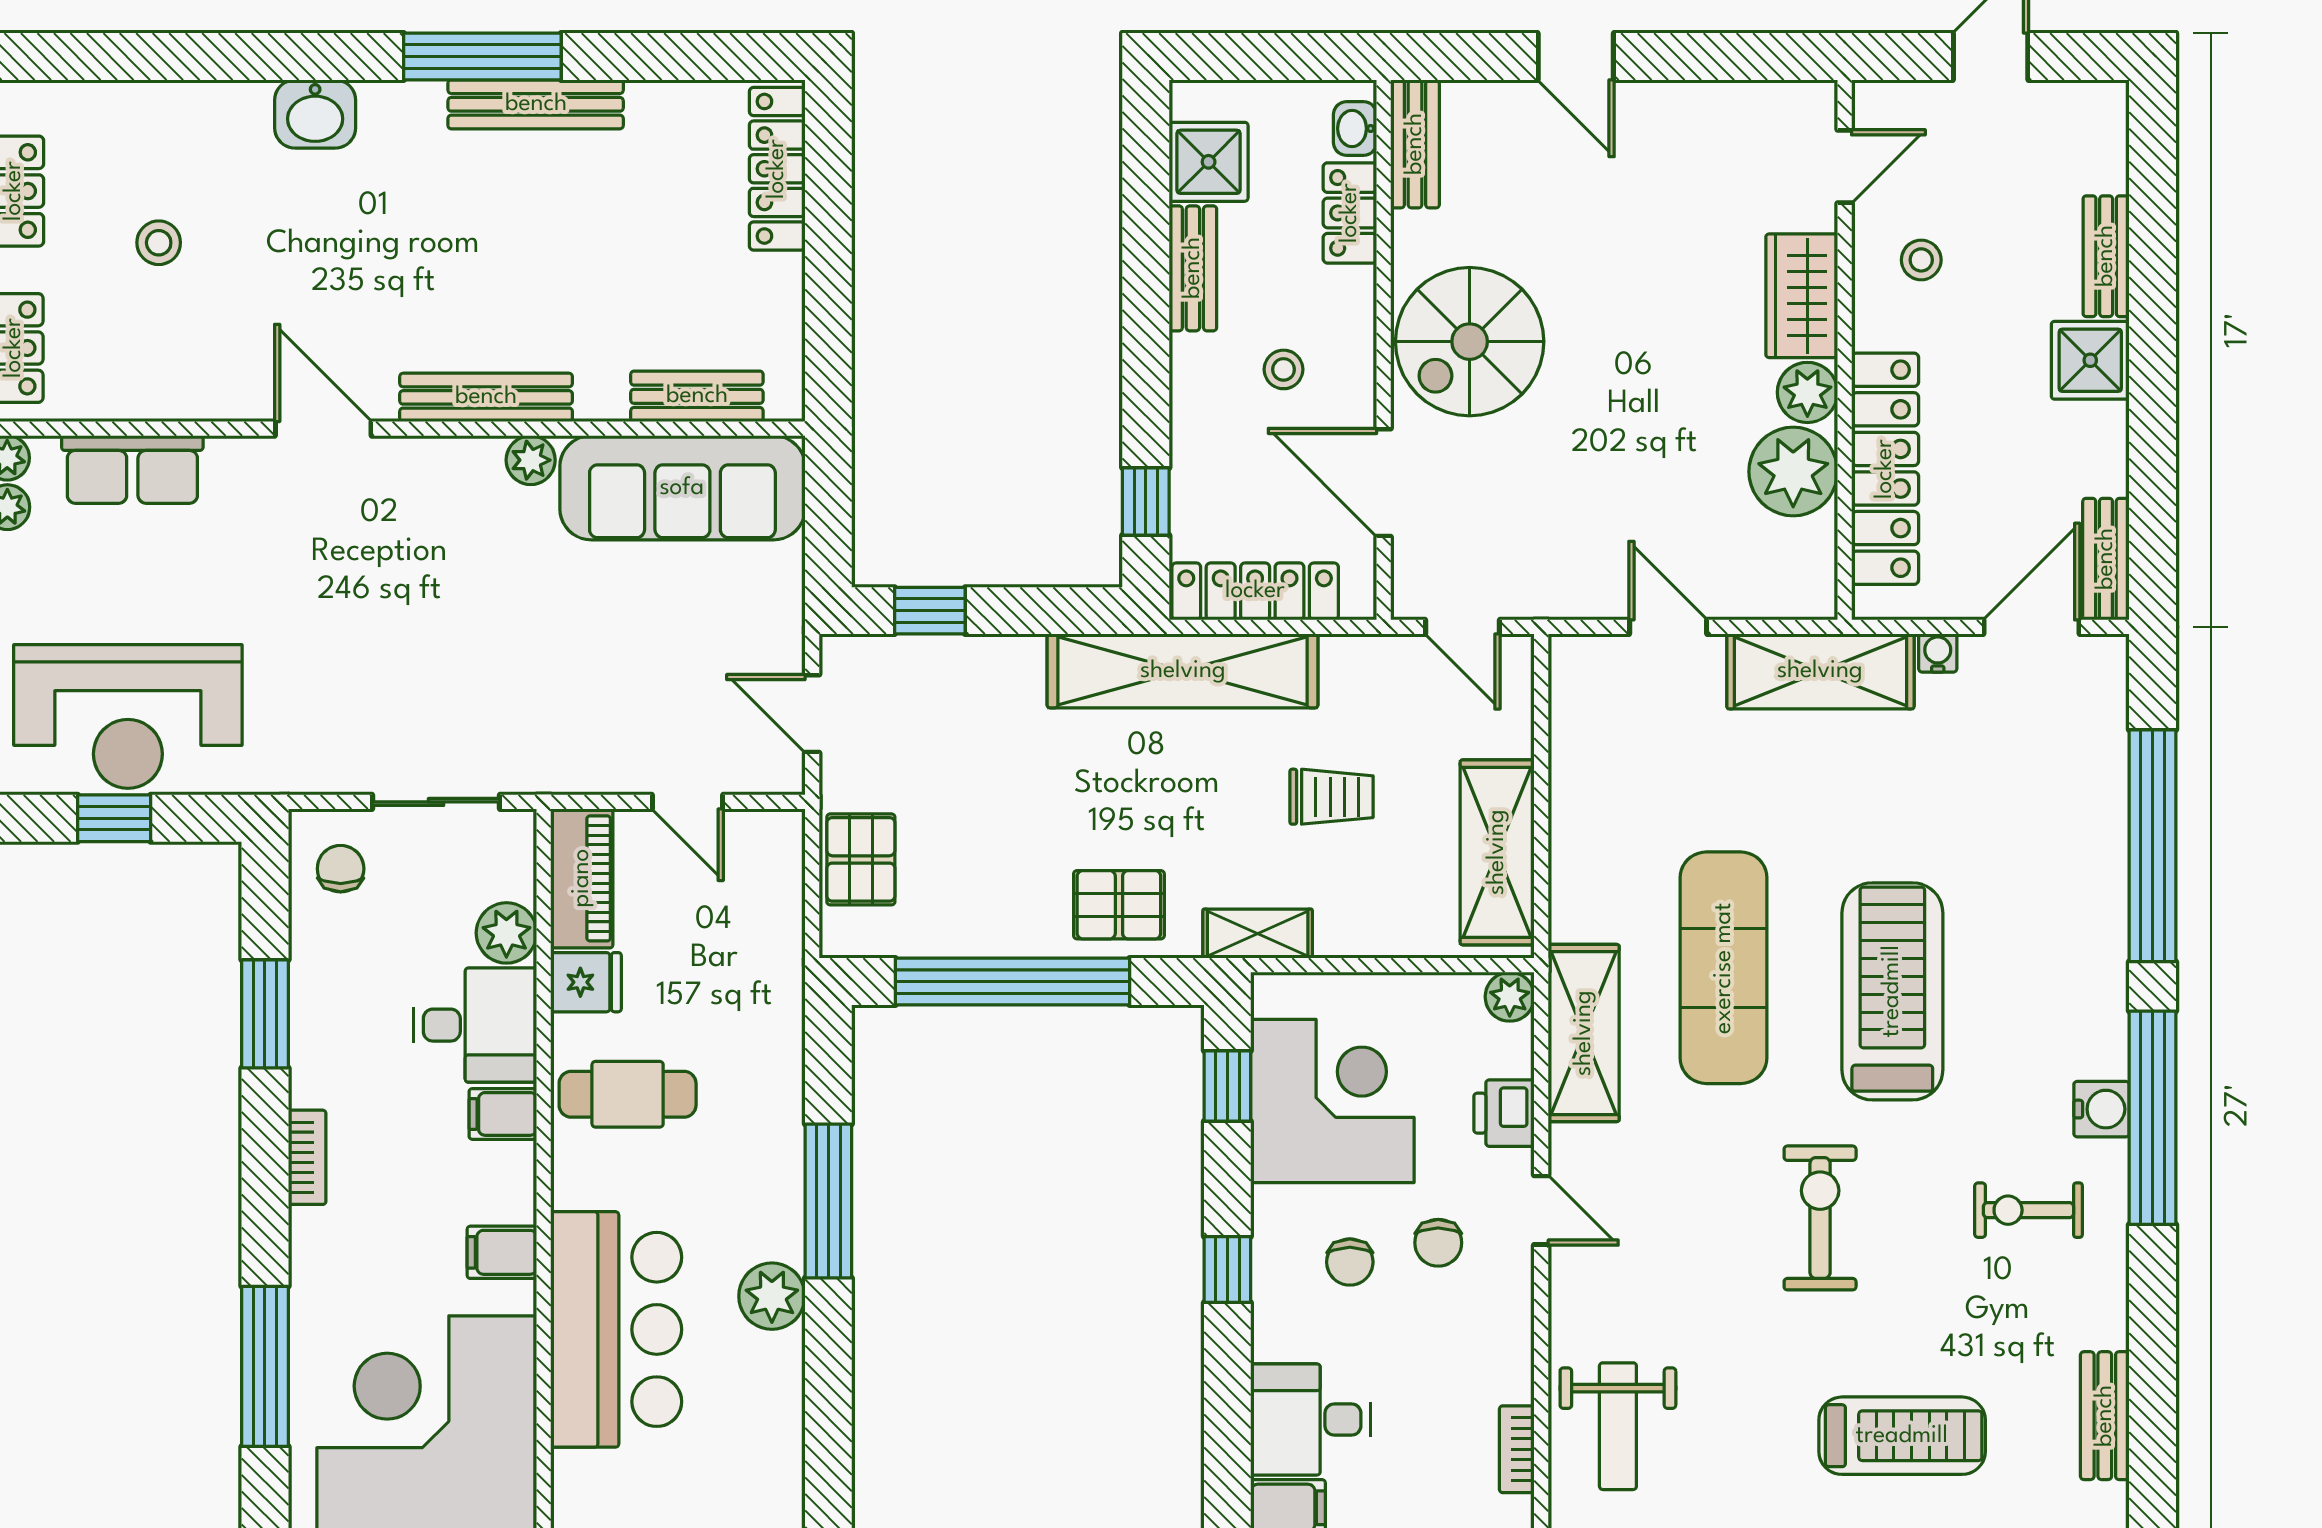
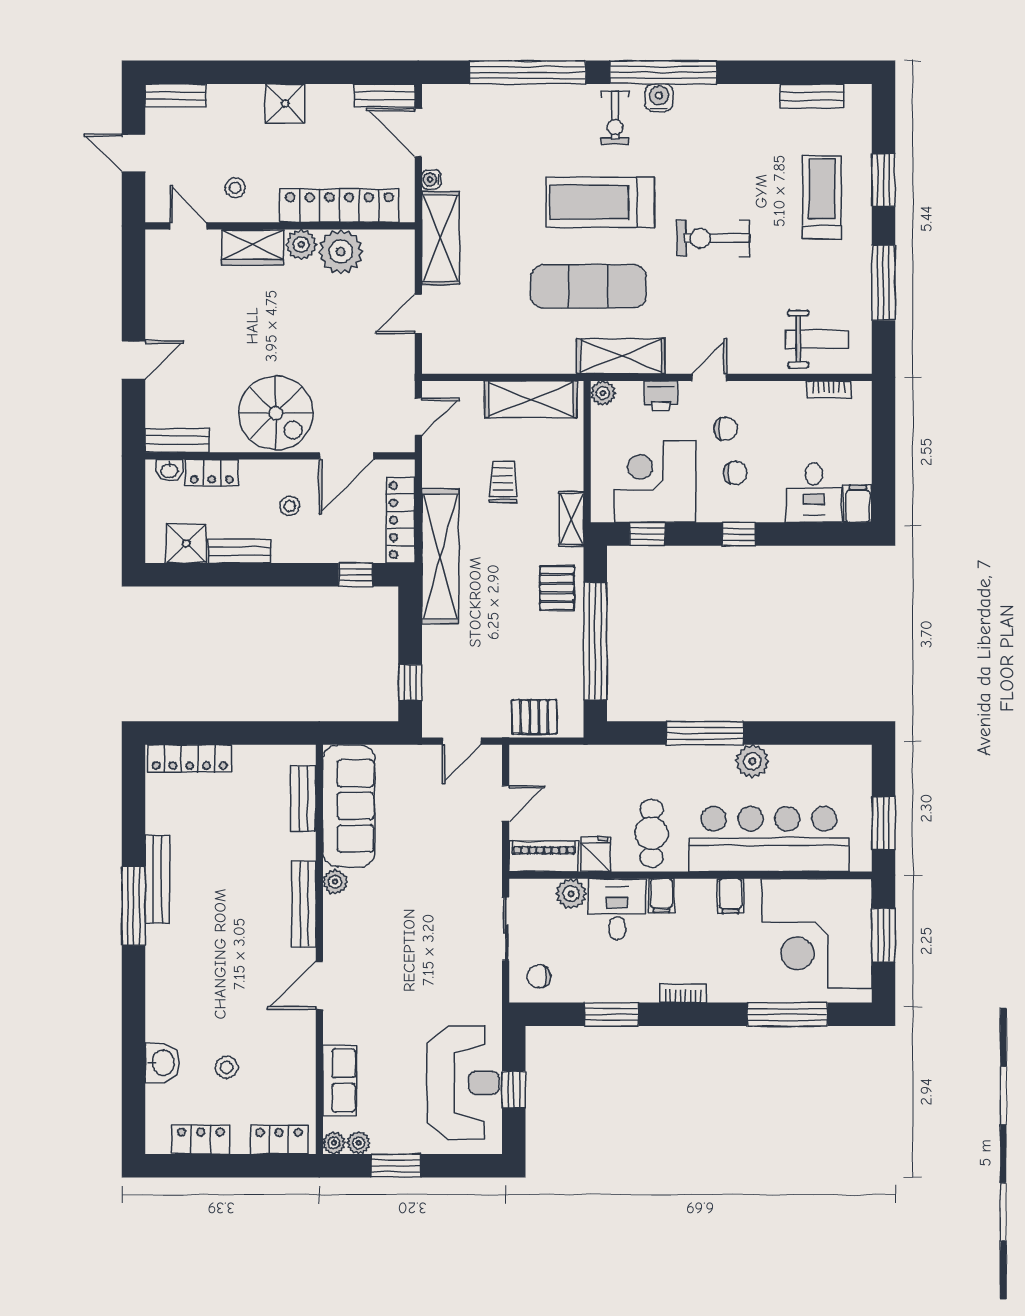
washbasin: (315, 114) -> (162, 1063), moved
bench: (2106, 256) -> (175, 95), moved
exercise bike: (2028, 1210) -> (615, 117), moved
bar counter: (616, 1329) -> (769, 839), width x1.36

